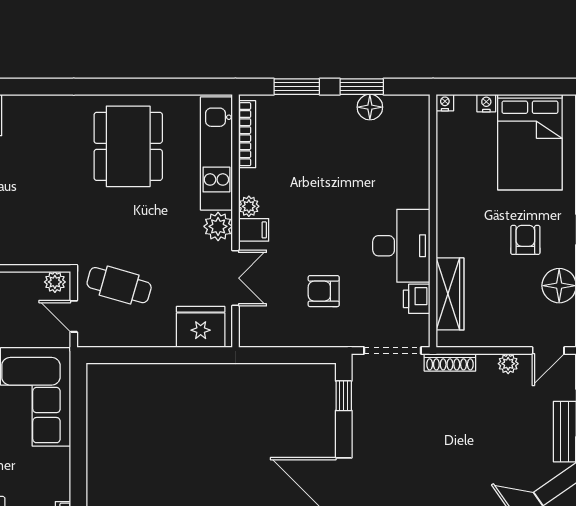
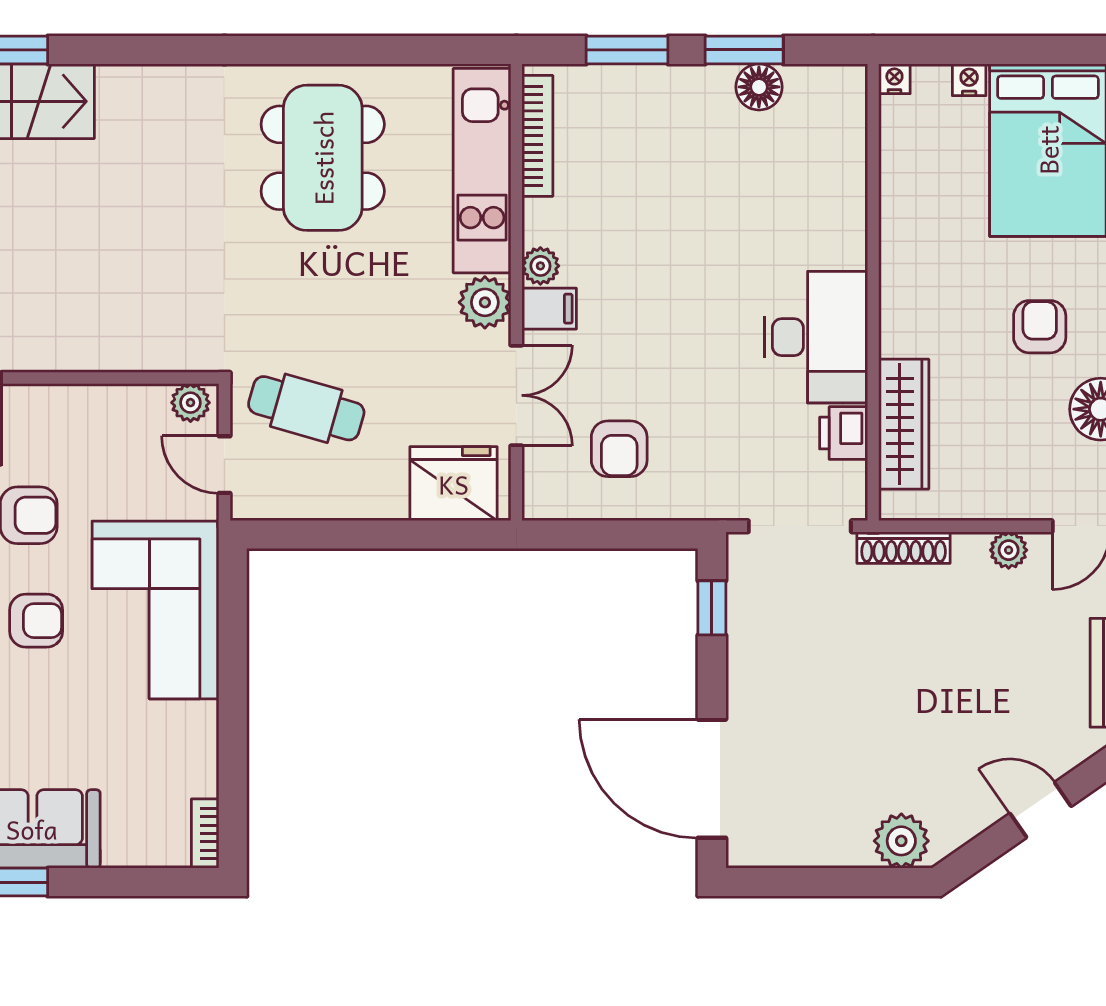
armchair: (324, 291) -> (619, 449), moved, turned -90

